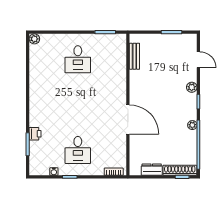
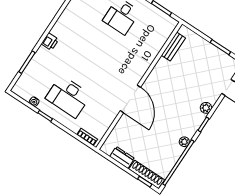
printer: (35, 134) -> (50, 42), moved
desk: (78, 150) -> (68, 97), width x1.37

